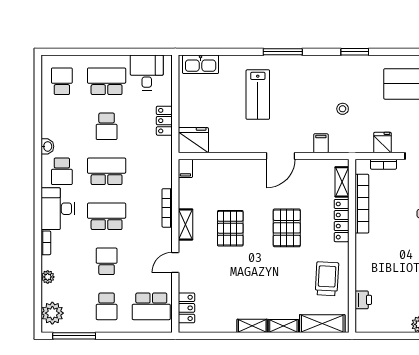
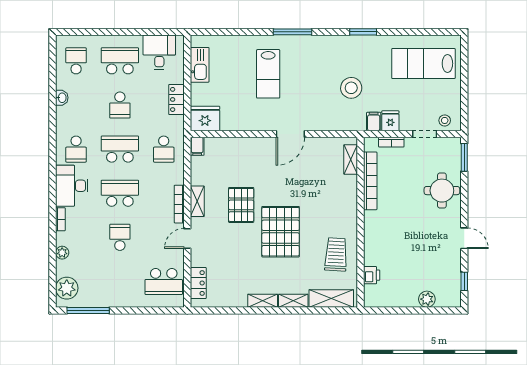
kitchen sink: (201, 64) -> (200, 65), moved, turned -90
stool: (343, 109) -> (351, 88), width x1.89, depth x1.89
filing cabinet: (321, 143) -> (374, 122), moved
washbasin: (47, 146) -> (62, 98), moved
bookcase: (167, 208) -> (179, 204), moved
locker: (342, 221) -> (350, 197), removed
pallet: (287, 228) -> (281, 232), moved, width x1.37, depth x1.41
school desk: (107, 306) -> (164, 149), moved

